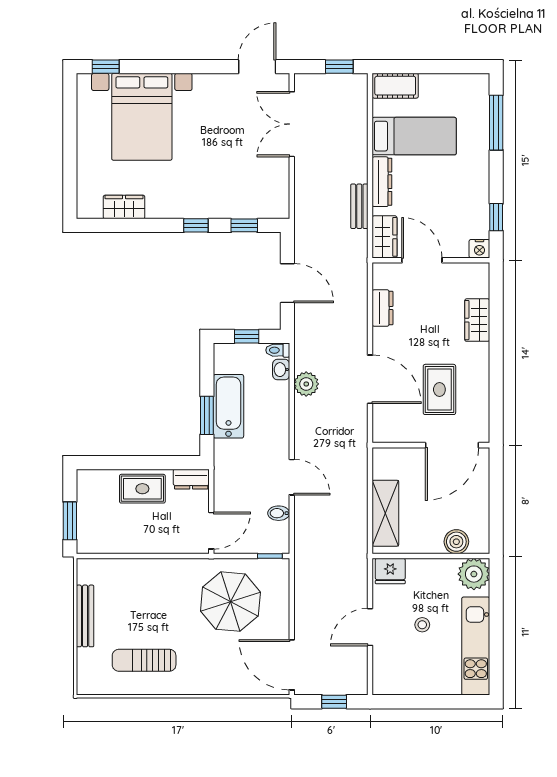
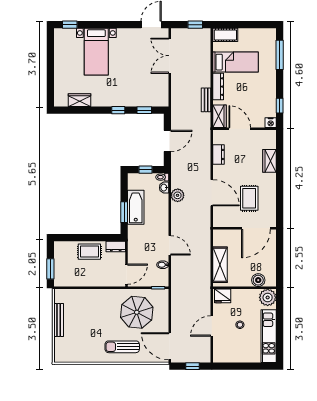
bed with nightstands: (142, 117) -> (96, 52), width x0.73
door: (287, 283) -> (167, 141), hinge flipped
sun lounger: (144, 660) -> (122, 347), moved

